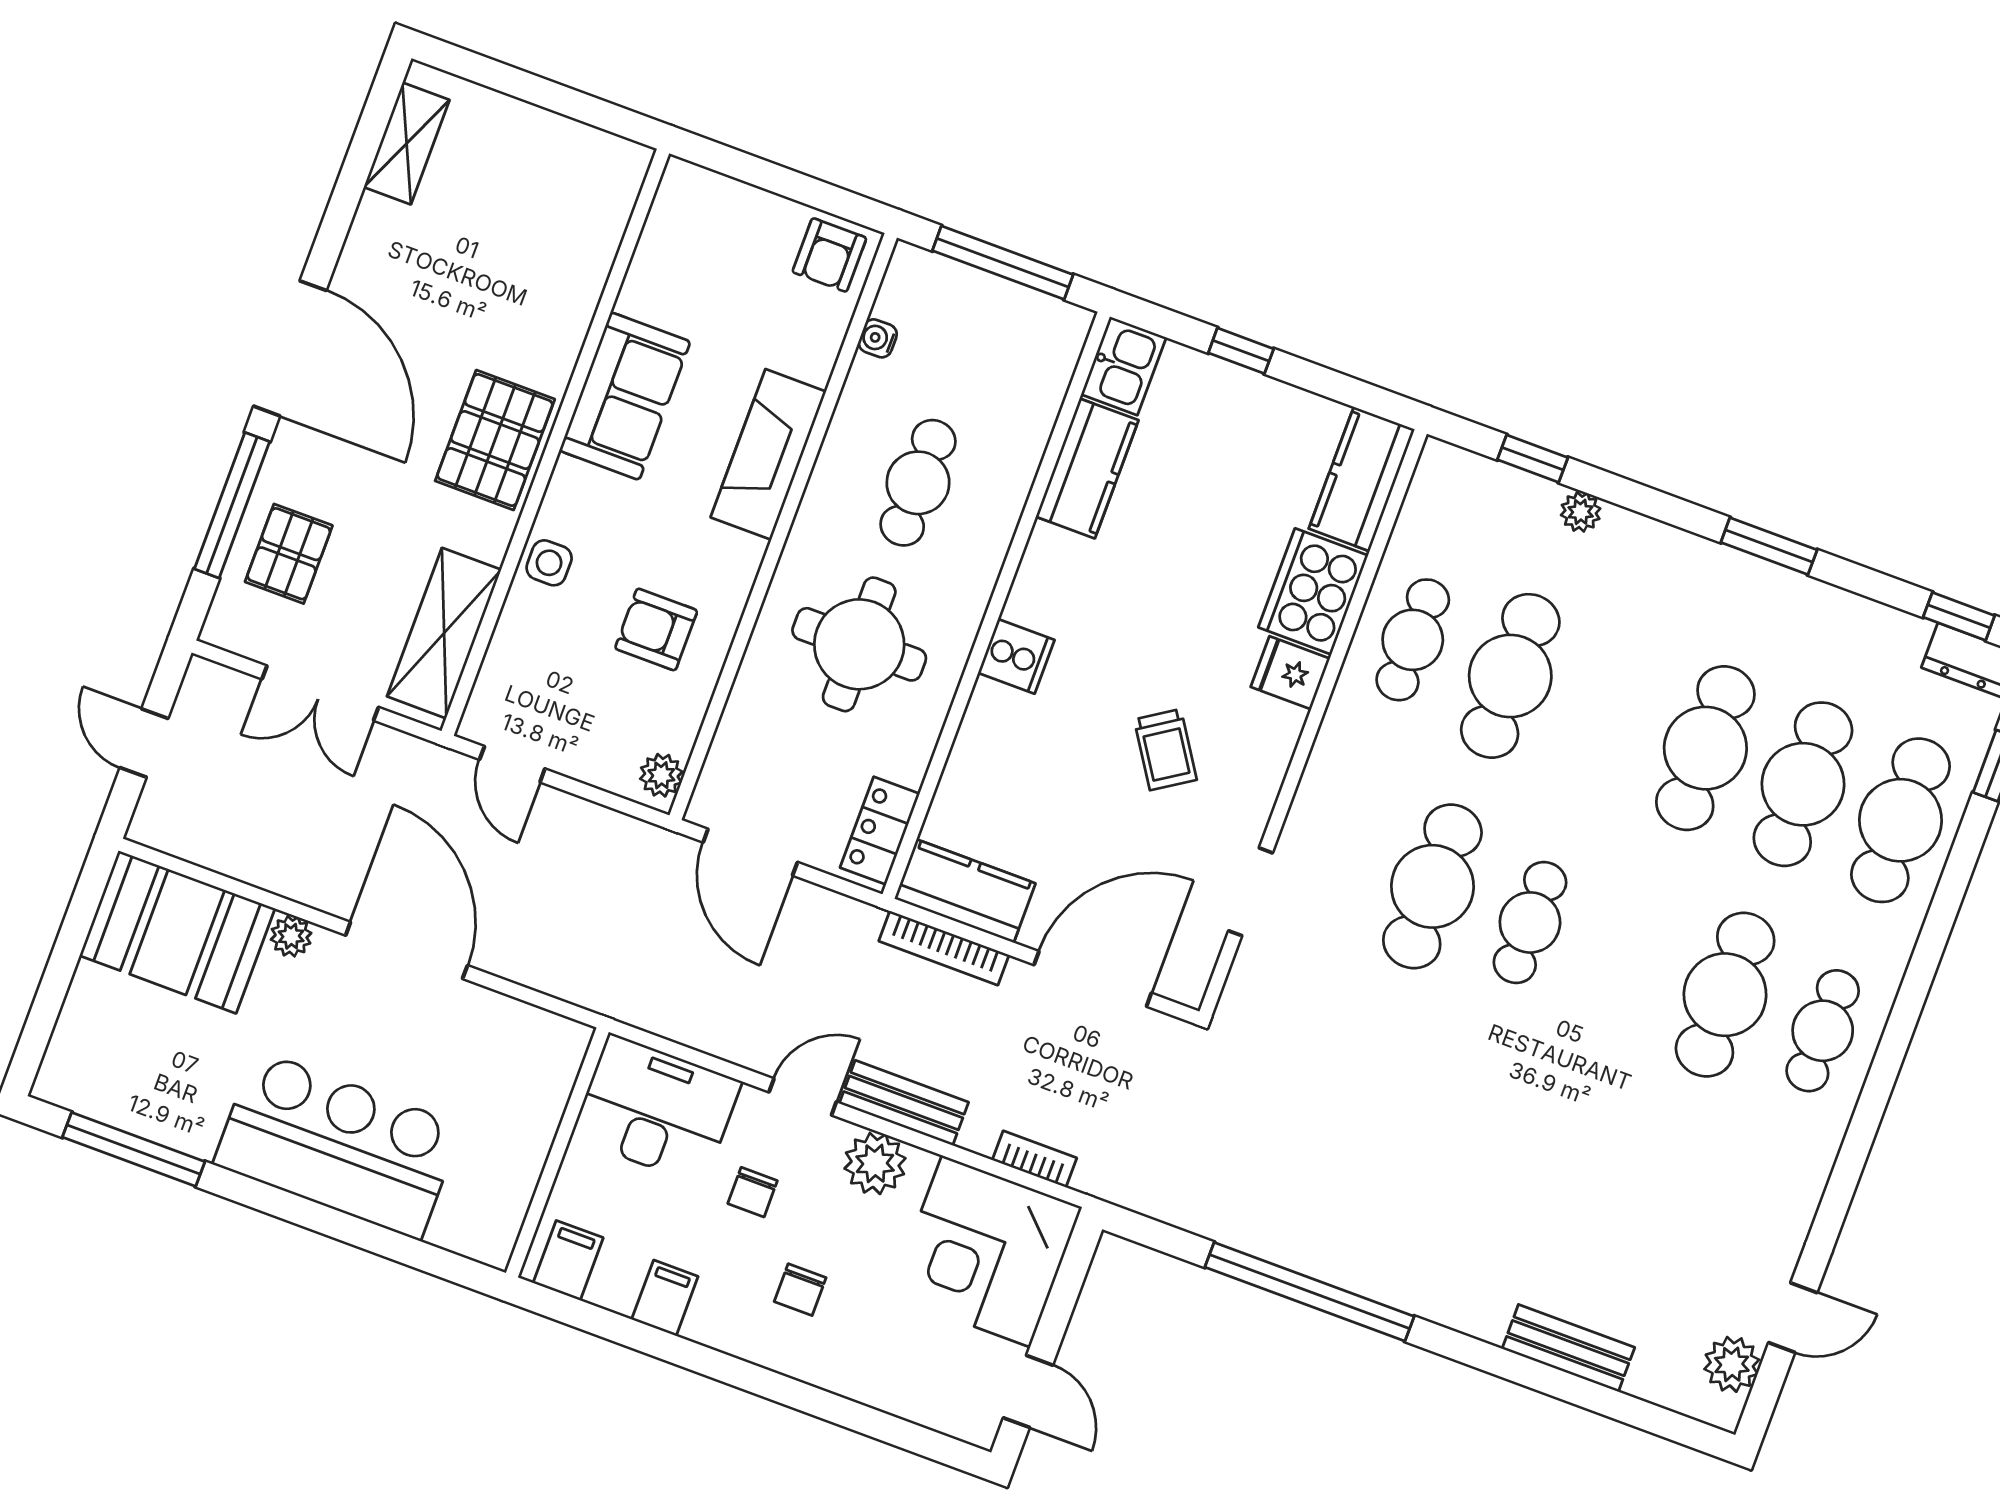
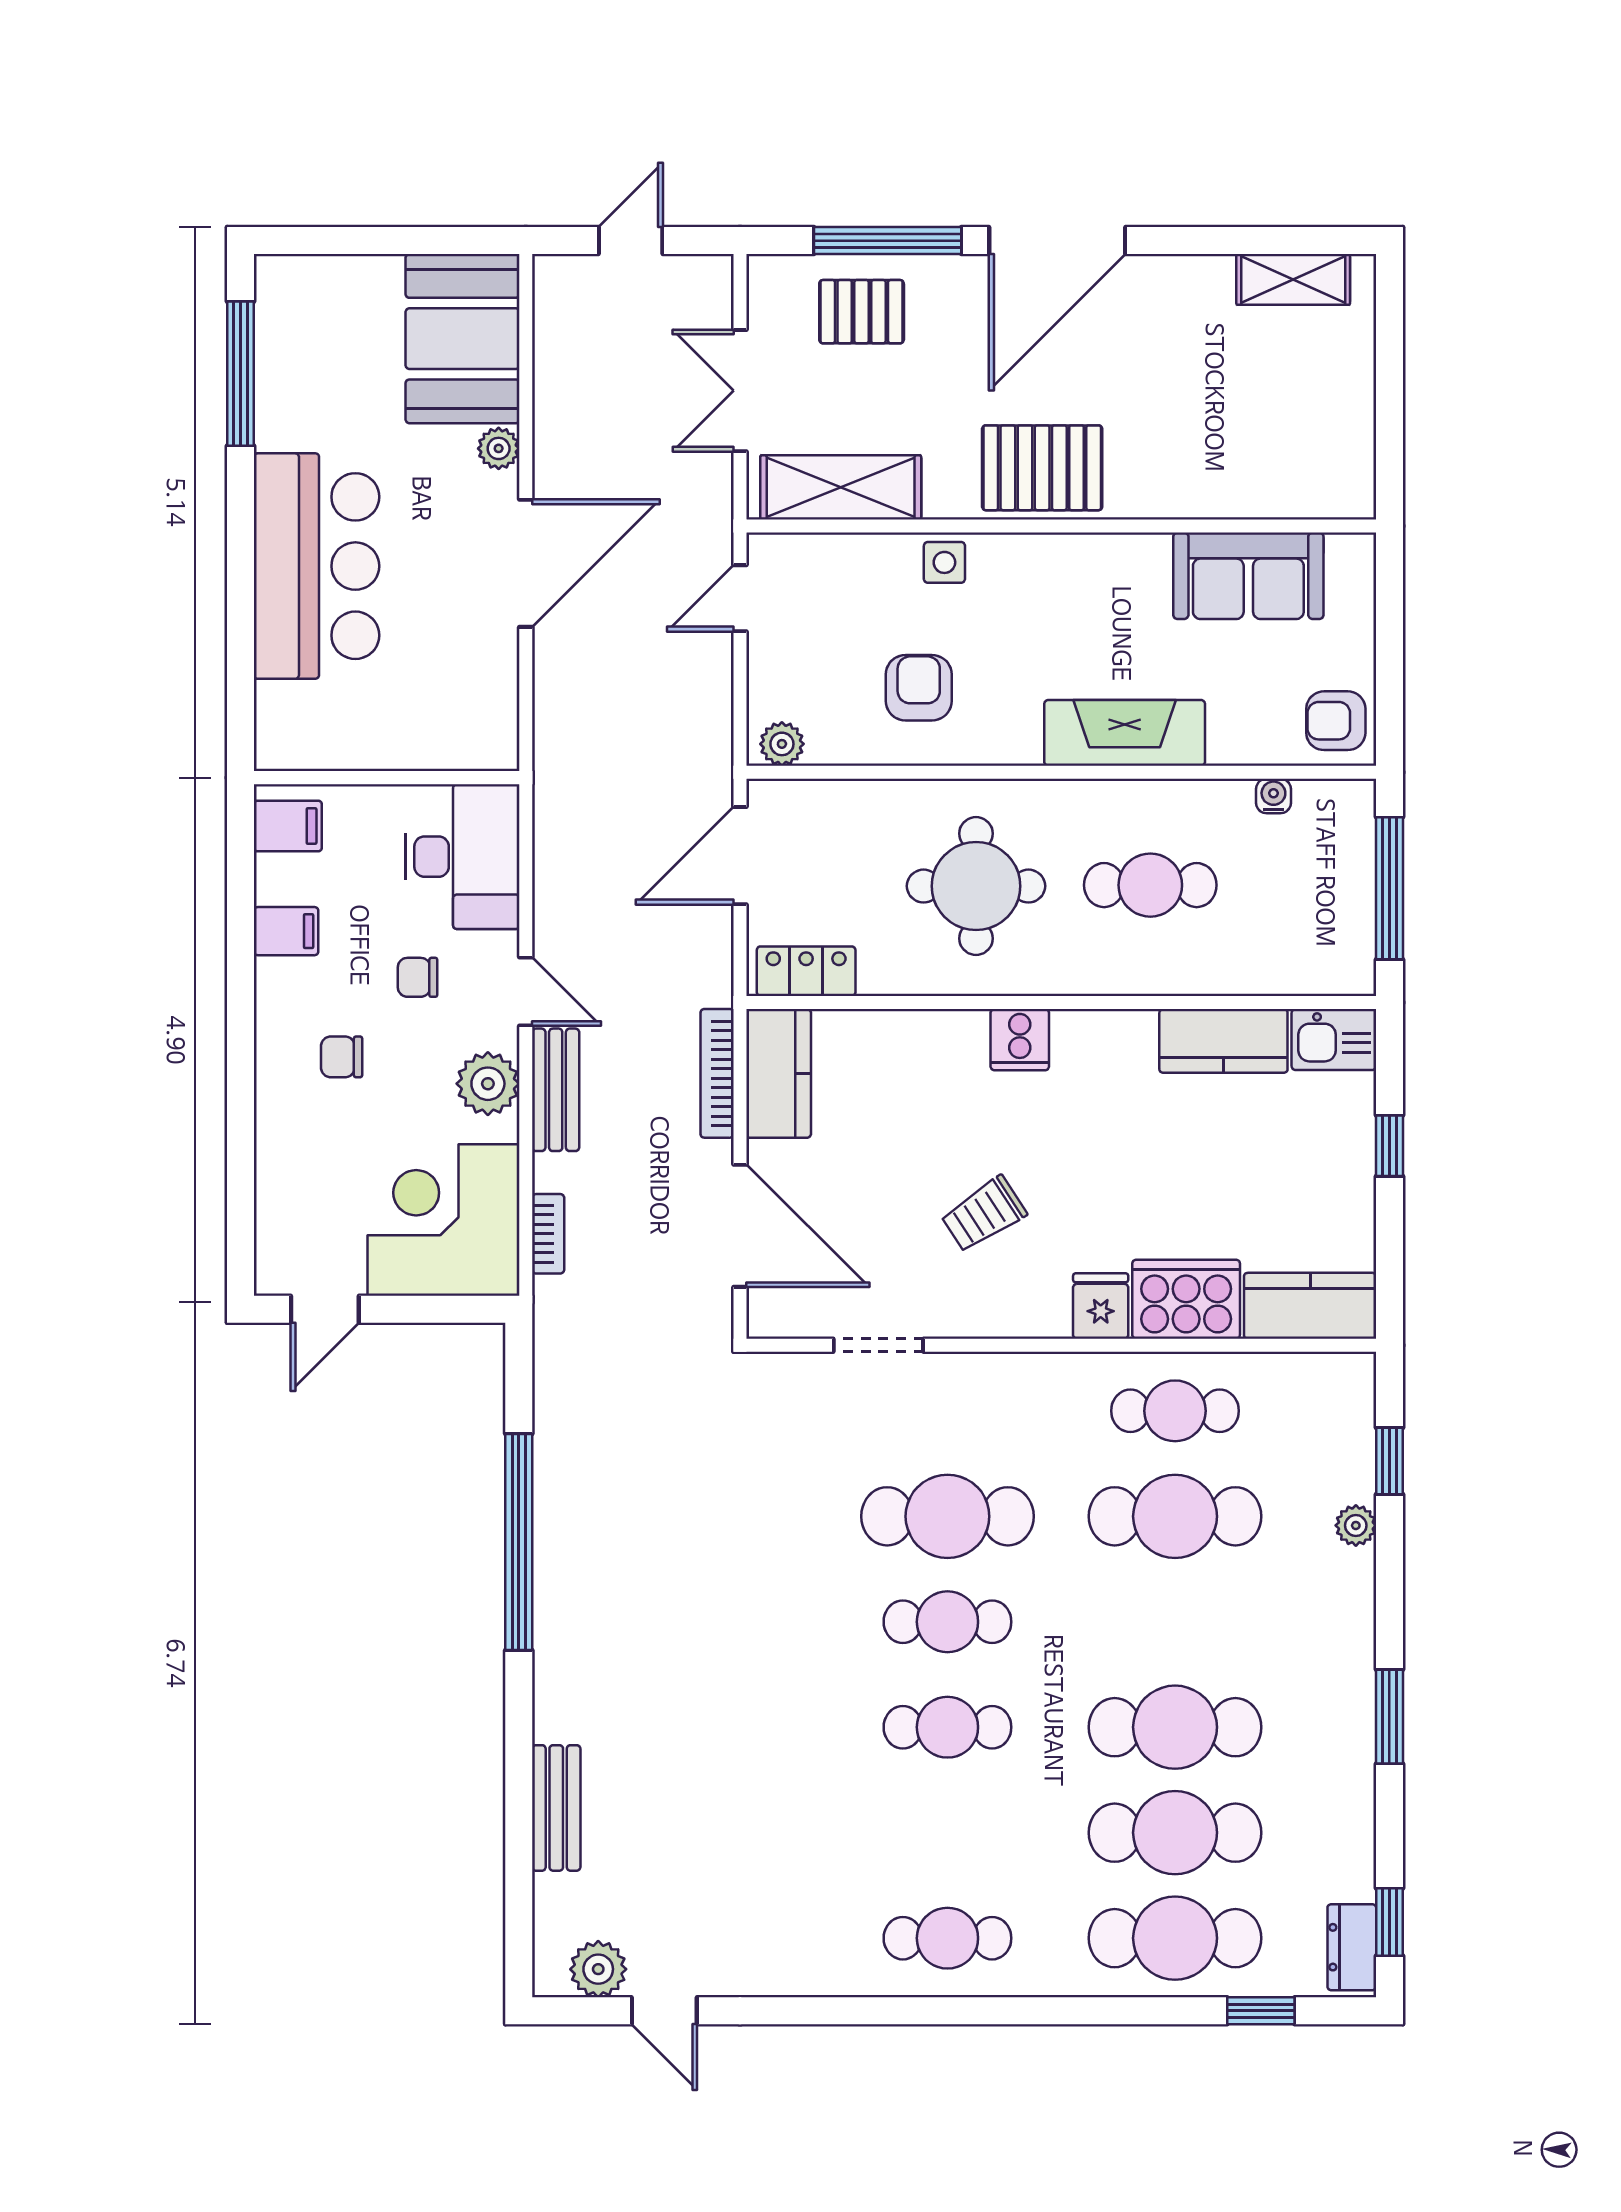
sofa: (625, 396) -> (1248, 576), moved
cafe table: (1725, 995) -> (947, 1727), moved, width x0.73, depth x0.74

